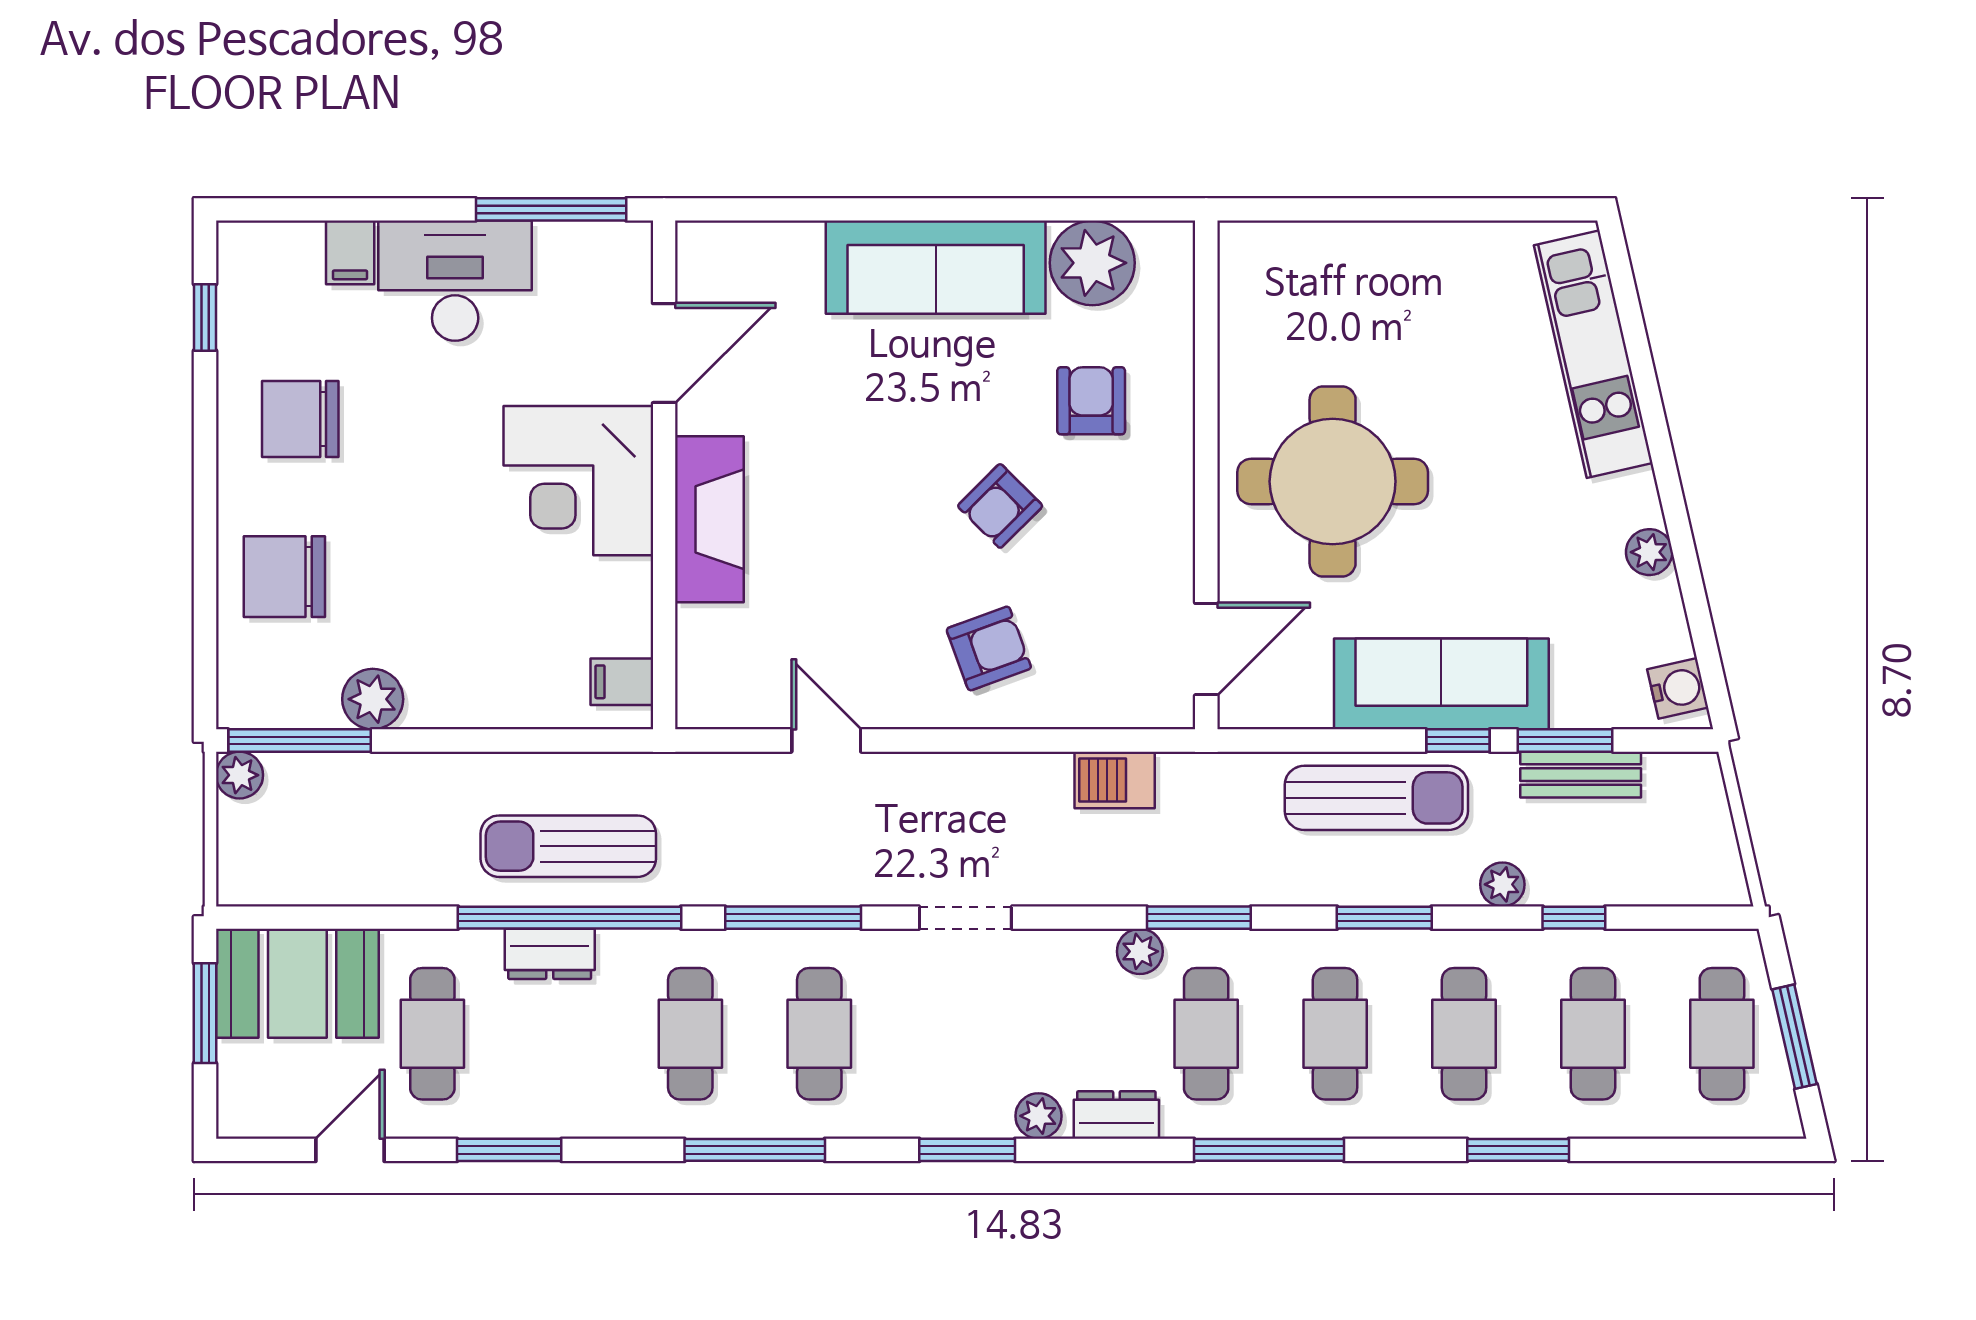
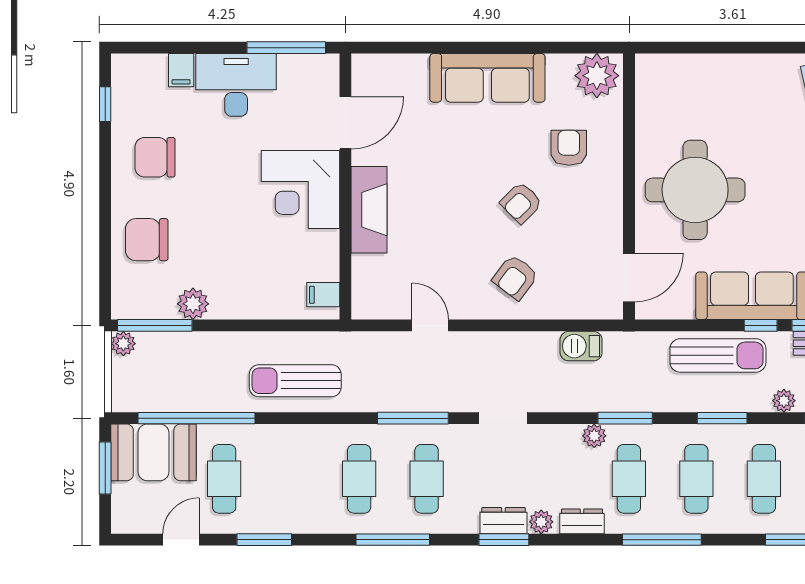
plant: (1092, 263) -> (597, 76), moved
armchair: (989, 648) -> (515, 277), turned 147
window: (569, 918) -> (197, 418), moved
dresser: (550, 954) -> (503, 521), moved, turned 180

